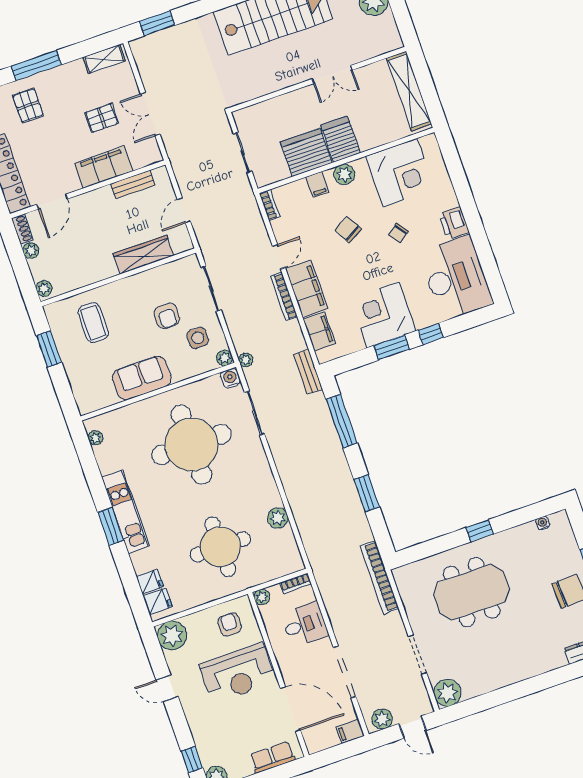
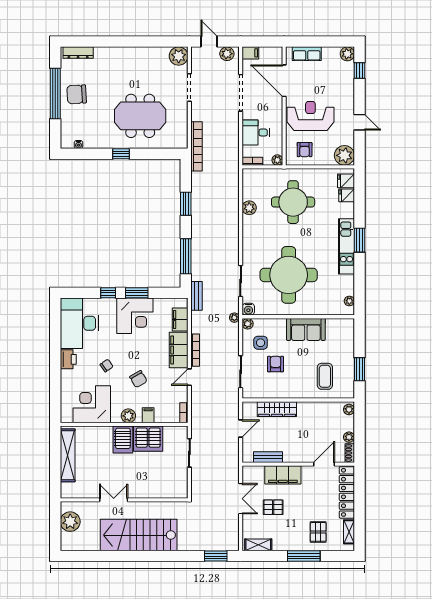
double door: (332, 74) -> (114, 500), moved
wall: (318, 79) -> (124, 500), moved

